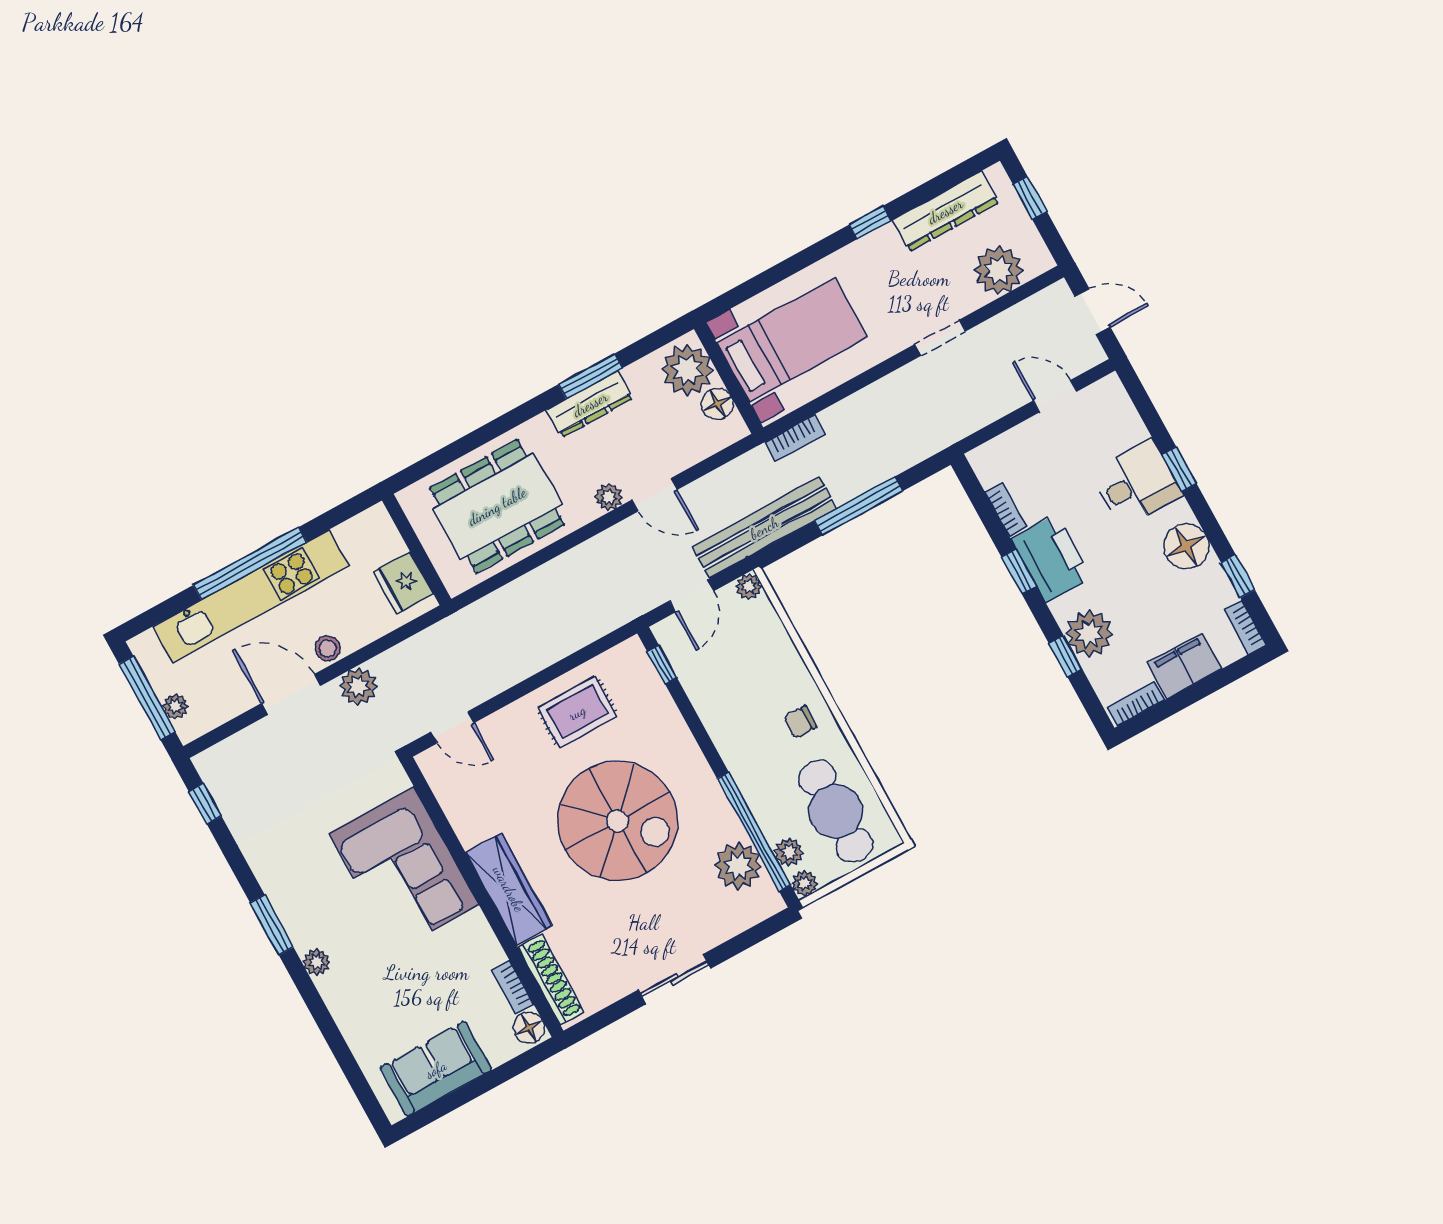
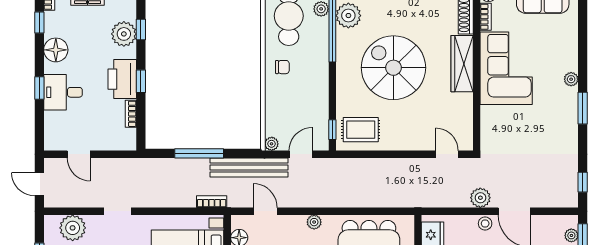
door: (654, 495) -> (265, 211), moved
rug: (577, 712) -> (361, 130), moved
corner sofa: (404, 869) -> (506, 68), moved

